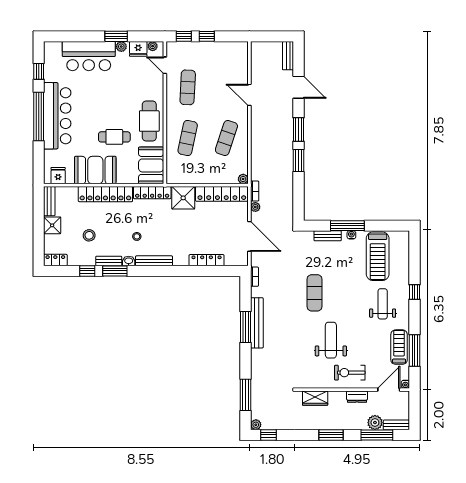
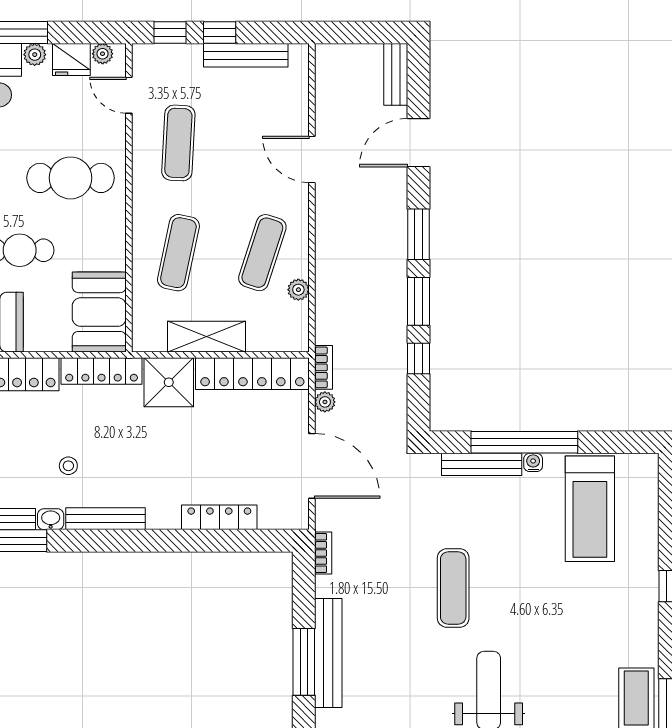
bench: (219, 47) -> (246, 55), added
door: (298, 87) -> (418, 143), swing flipped
cafe table: (149, 121) -> (71, 178), moved, turned 90
shelving: (201, 177) -> (207, 337), added
plant: (243, 179) -> (298, 290), moved
window: (298, 187) -> (418, 358), added
window: (347, 226) -> (524, 442), width x1.46
bench: (328, 236) -> (482, 464), width x1.36
weight bench: (383, 304) -> (601, 612), removed

